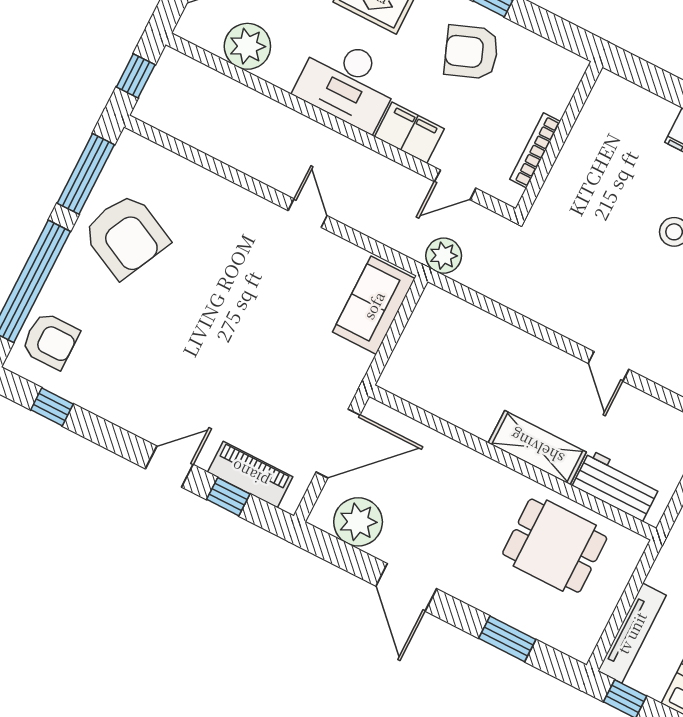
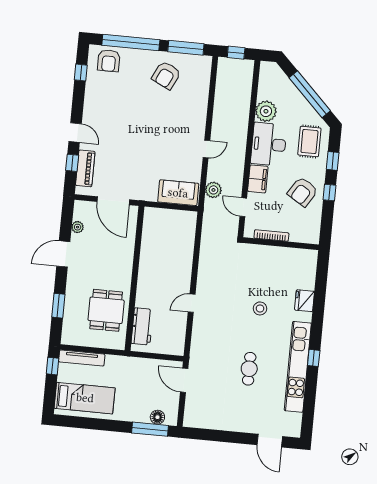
plant: (247, 46) -> (266, 111), moved
armchair: (471, 52) -> (303, 192), turned -127
armchair: (126, 236) -> (166, 75), width x0.73, depth x0.73
plant: (444, 256) -> (213, 190), moved
shelving: (537, 447) -> (145, 286), removed
plant: (358, 522) -> (78, 227), width x0.53, depth x0.53

